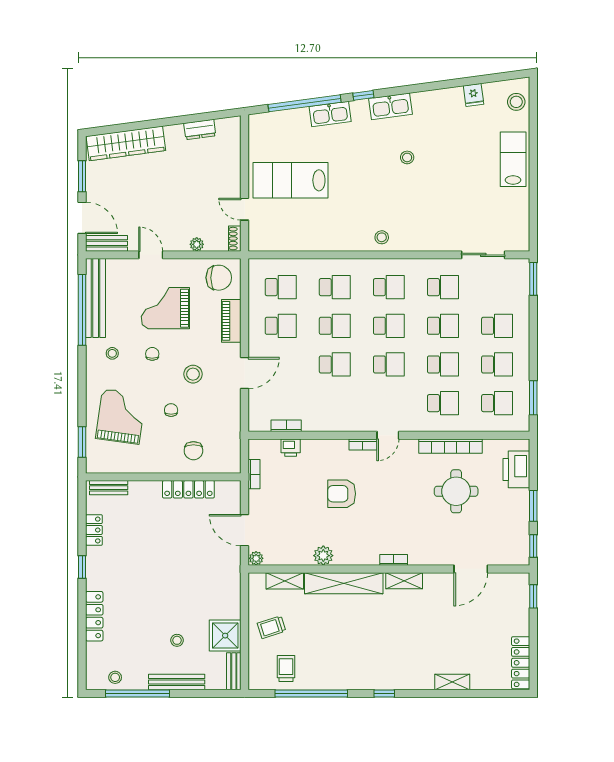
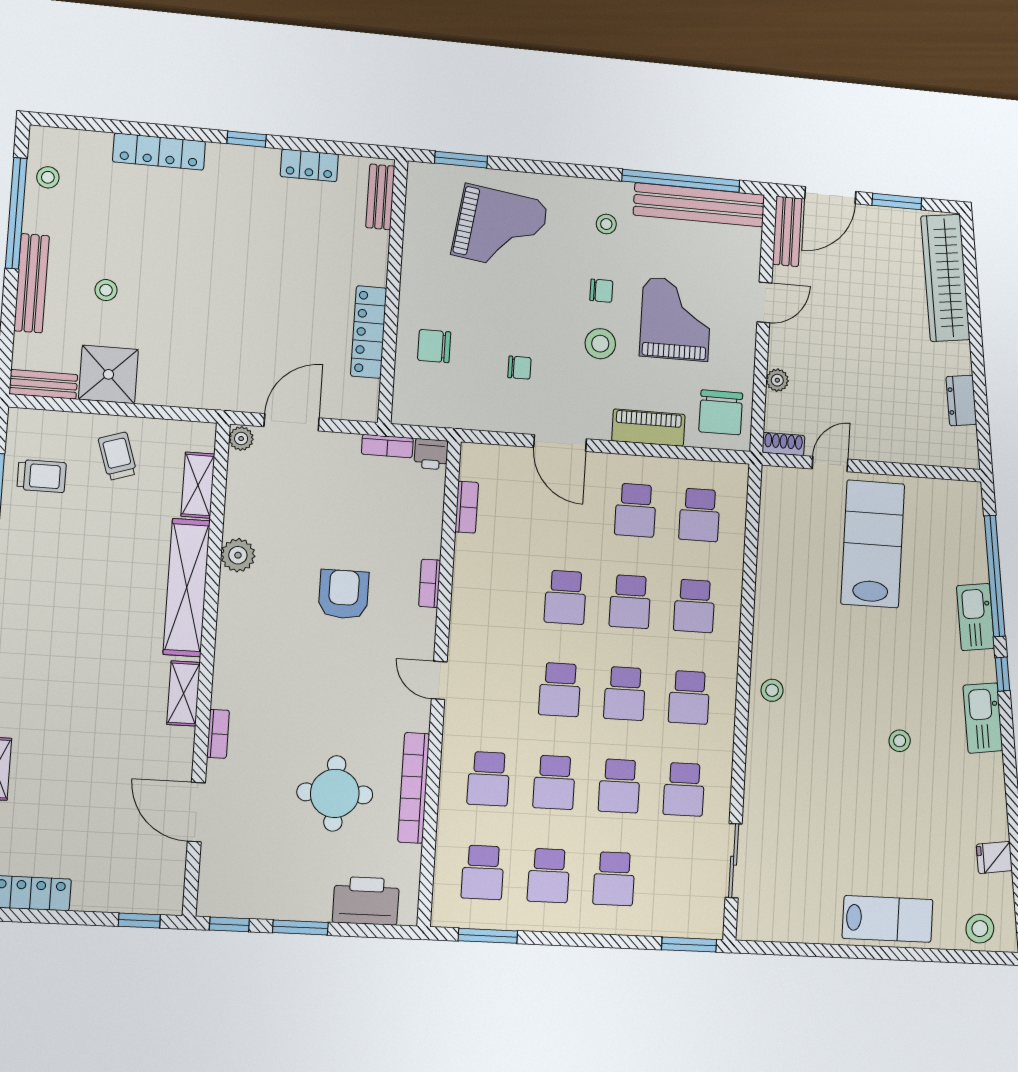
stool: (193, 374) -> (600, 344), moved
chair: (171, 410) -> (519, 368), moved
bookcase: (363, 445) -> (430, 583), moved
printer: (291, 448) -> (431, 454), moved, turned -90
bookcase: (394, 560) -> (218, 734), moved

